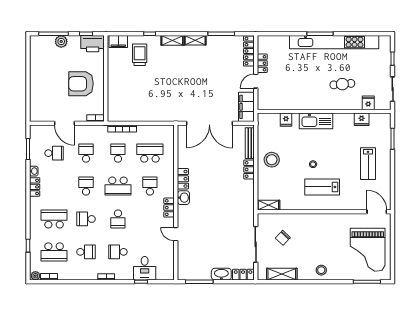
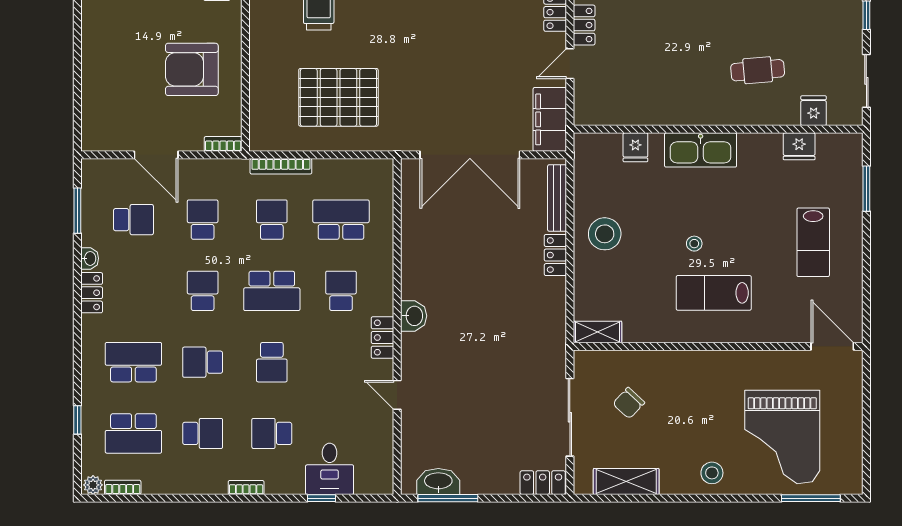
pallet: (149, 97) -> (338, 97), added
locker: (183, 179) -> (413, 275), removed
grand piano: (368, 250) -> (782, 437), moved
washbasin: (221, 274) -> (438, 482), moved

